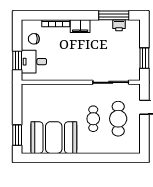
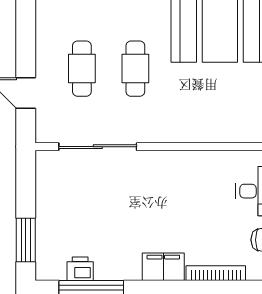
window: (144, 58) -> (26, 240), moved
cafe table: (118, 119) -> (82, 69), width x0.73, depth x0.74

